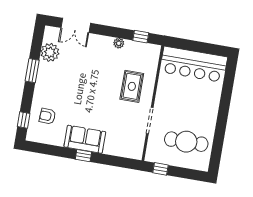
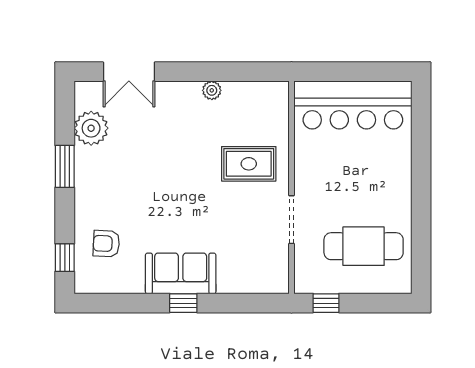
window: (141, 37) -> (249, 72), removed
rug: (132, 86) -> (249, 164), turned 90

